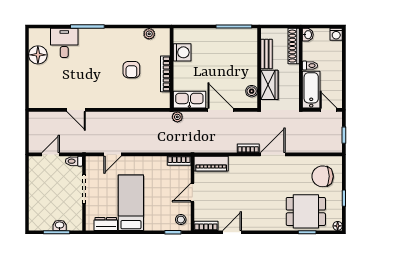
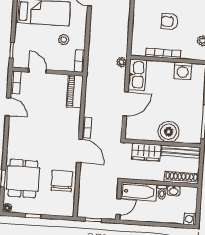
washbasin: (308, 35) -> (174, 191), moved
bench: (267, 54) -> (181, 152), width x1.36
boiler: (252, 91) -> (169, 132), moved, width x1.86, depth x1.86
chair: (323, 176) -> (62, 181), moved
door: (192, 193) -> (37, 71), moved
stool: (181, 220) -> (64, 40), moved

